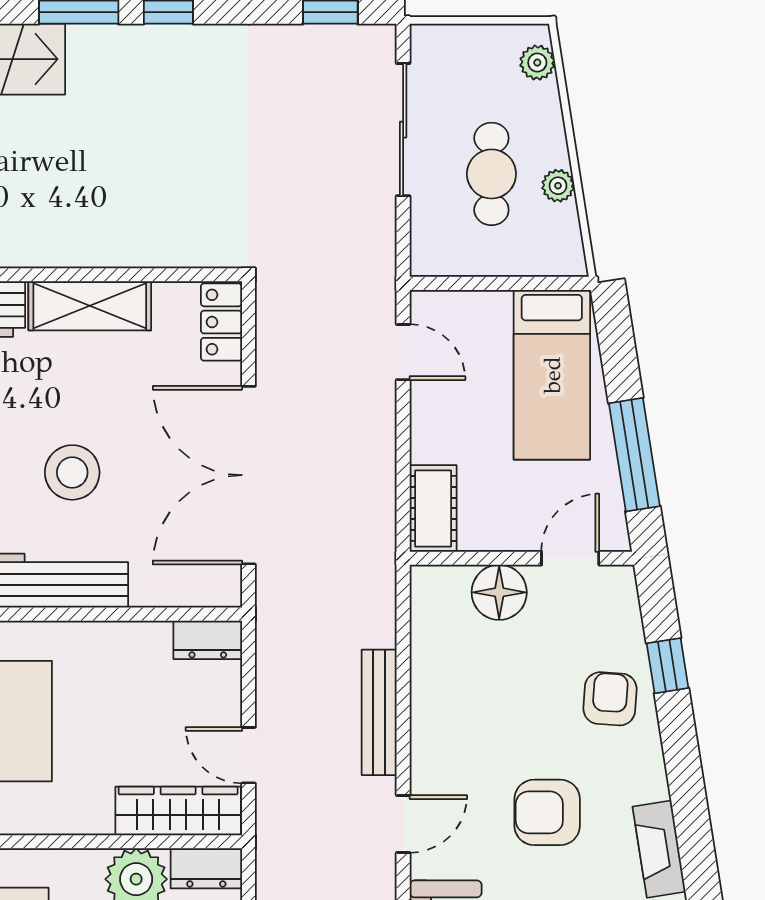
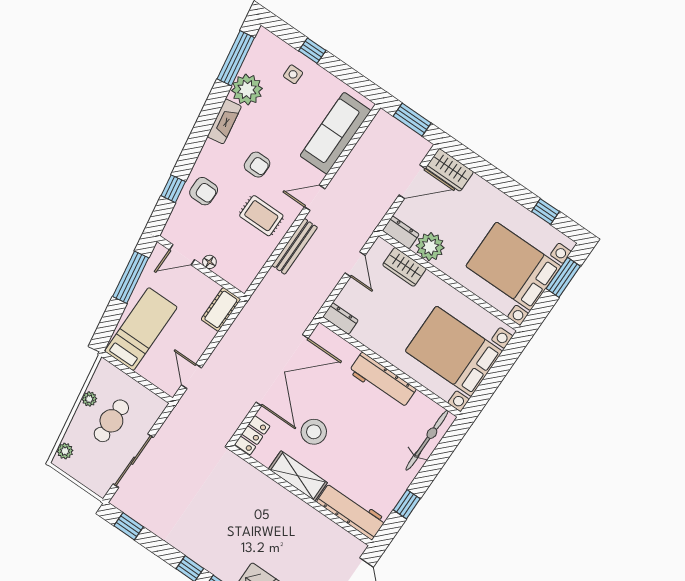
stool: (72, 472) -> (314, 432), moved
floor lamp: (499, 592) -> (209, 262), width x0.53, depth x0.53
armchair: (610, 699) -> (204, 191), turned -94
rug: (476, 726) -> (261, 216), added
wardrobe: (178, 811) -> (404, 267), width x0.67
armchair: (547, 812) -> (257, 165), width x0.72, depth x0.72

